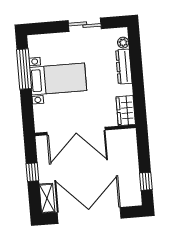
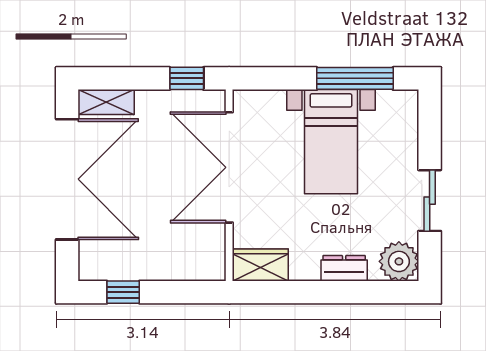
plant: (123, 43) -> (399, 261), width x1.88, depth x1.88
dresser: (124, 67) -> (344, 268), width x0.70
window: (32, 172) -> (187, 78), moved

